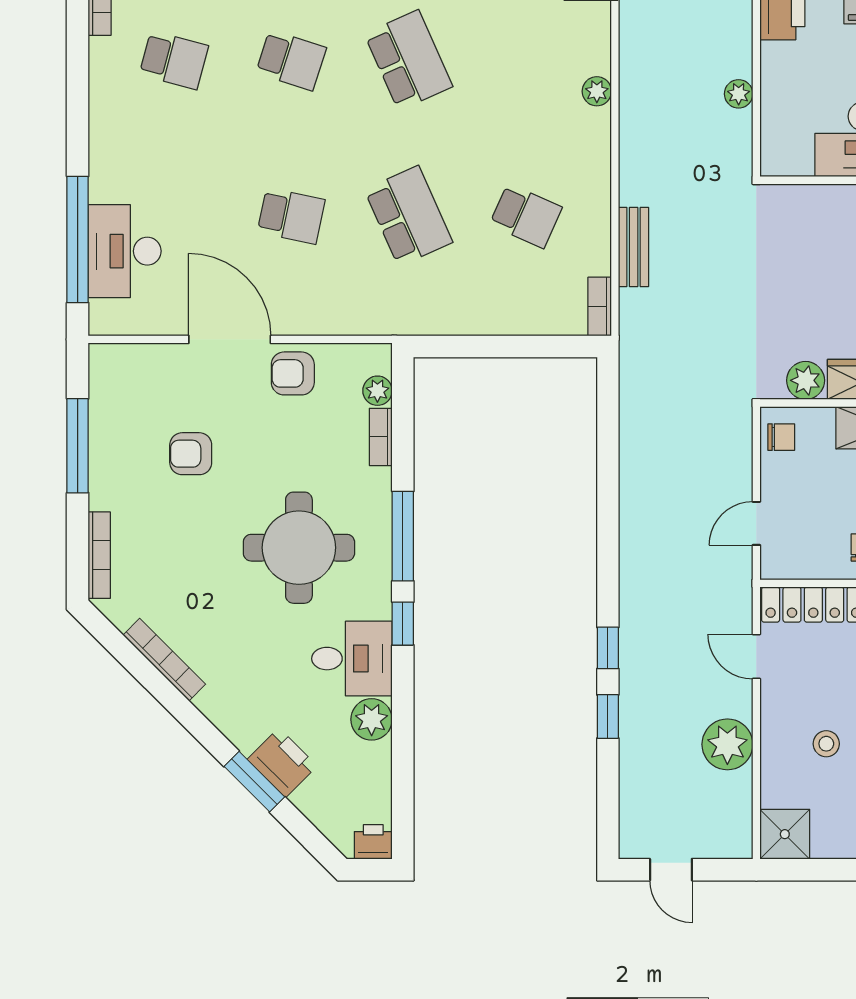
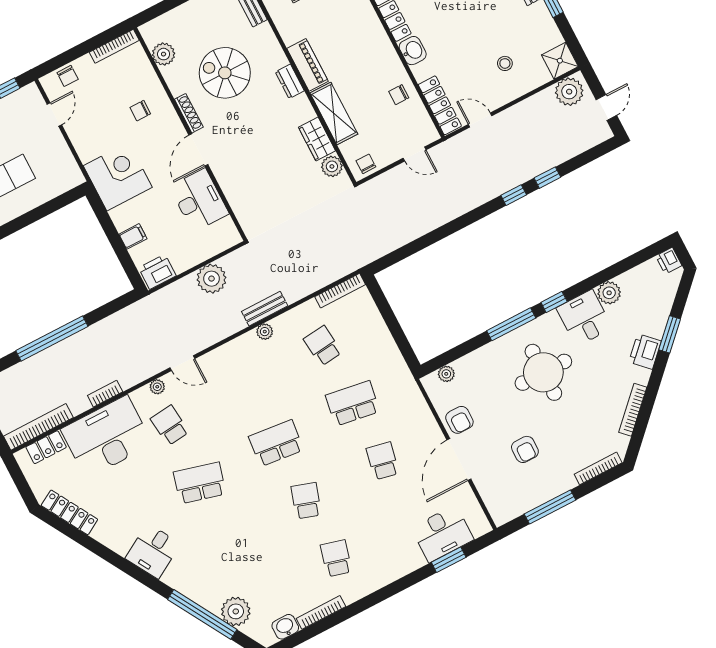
school desk: (408, 60) -> (276, 443), turned 30
plant: (597, 91) -> (265, 332), moved
plant: (739, 94) -> (212, 279), width x1.87, depth x1.87
school desk: (408, 216) -> (353, 403), turned 33
school desk: (526, 216) -> (323, 346), turned -30
window: (78, 240) -> (449, 560), width x0.47
bench: (634, 247) -> (265, 309), moved
bookcase: (600, 306) -> (340, 291), width x1.56
bookcase: (381, 437) -> (468, 360), removed
door: (756, 657) -> (480, 120), swing flipped
plant: (727, 744) -> (569, 92), moved
printer: (282, 763) -> (645, 351), moved

